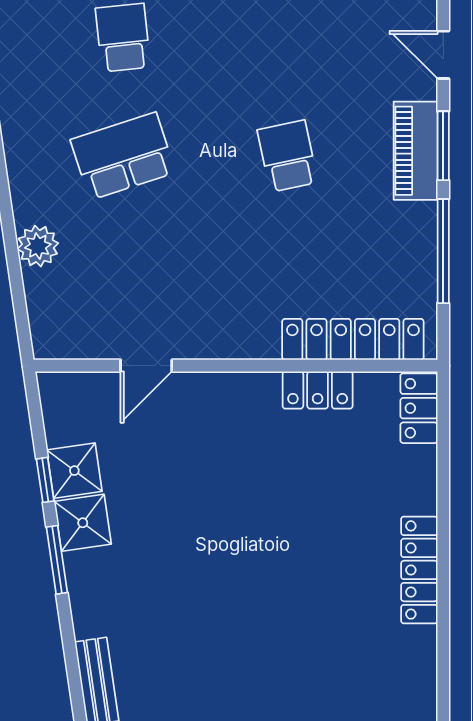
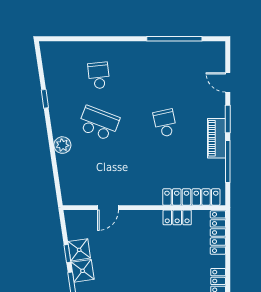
piano: (416, 151) -> (217, 138), moved
school desk: (123, 156) -> (99, 123), turned 39
plant: (38, 246) -> (62, 145), moved
locker: (419, 408) -> (218, 232), width x1.53

